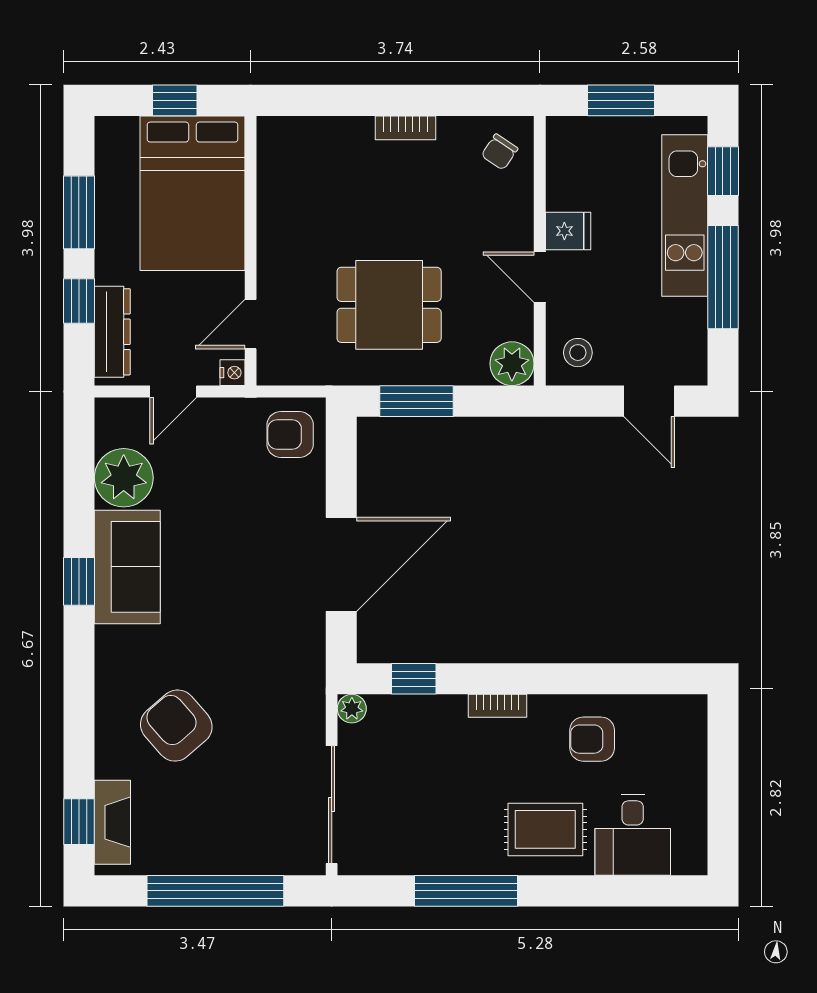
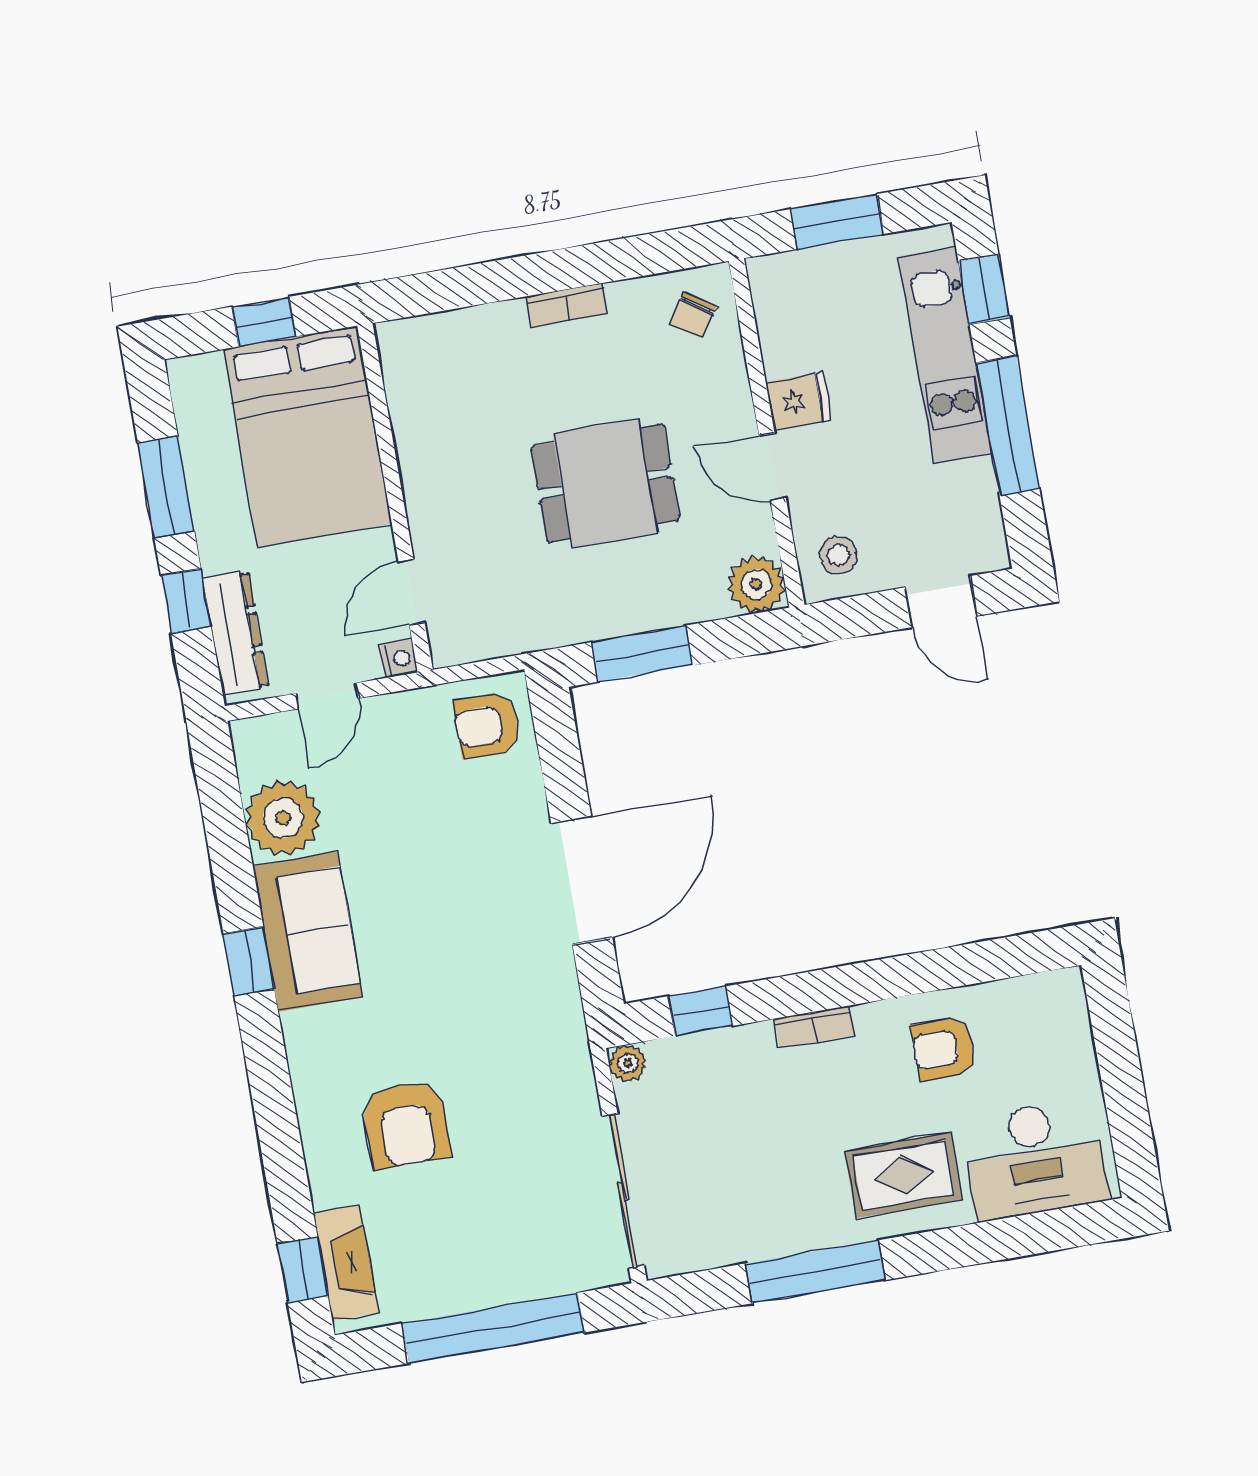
dining table: (389, 305) -> (605, 483), moved
armchair: (176, 726) -> (406, 1124), turned -139
desk: (633, 835) -> (1035, 1159), width x1.37

